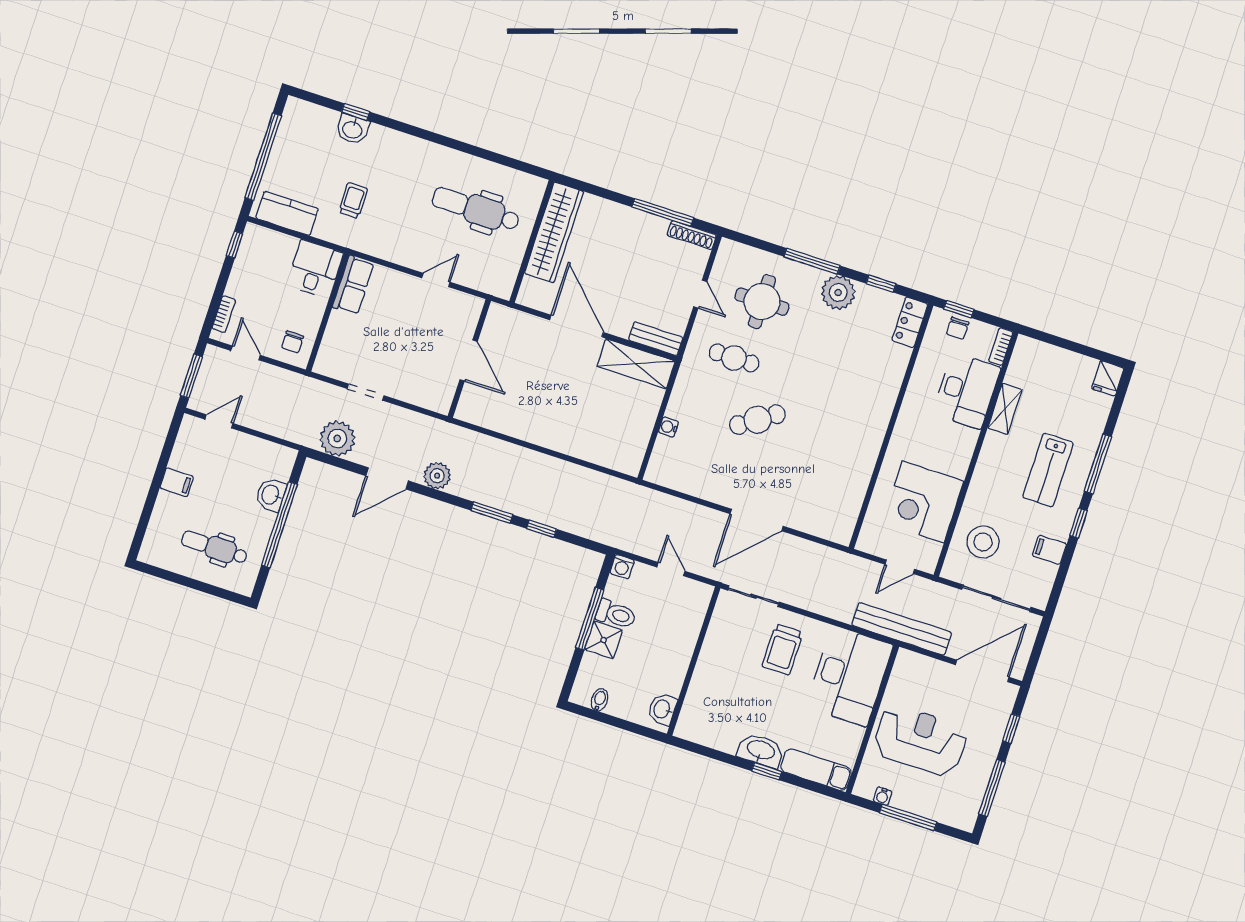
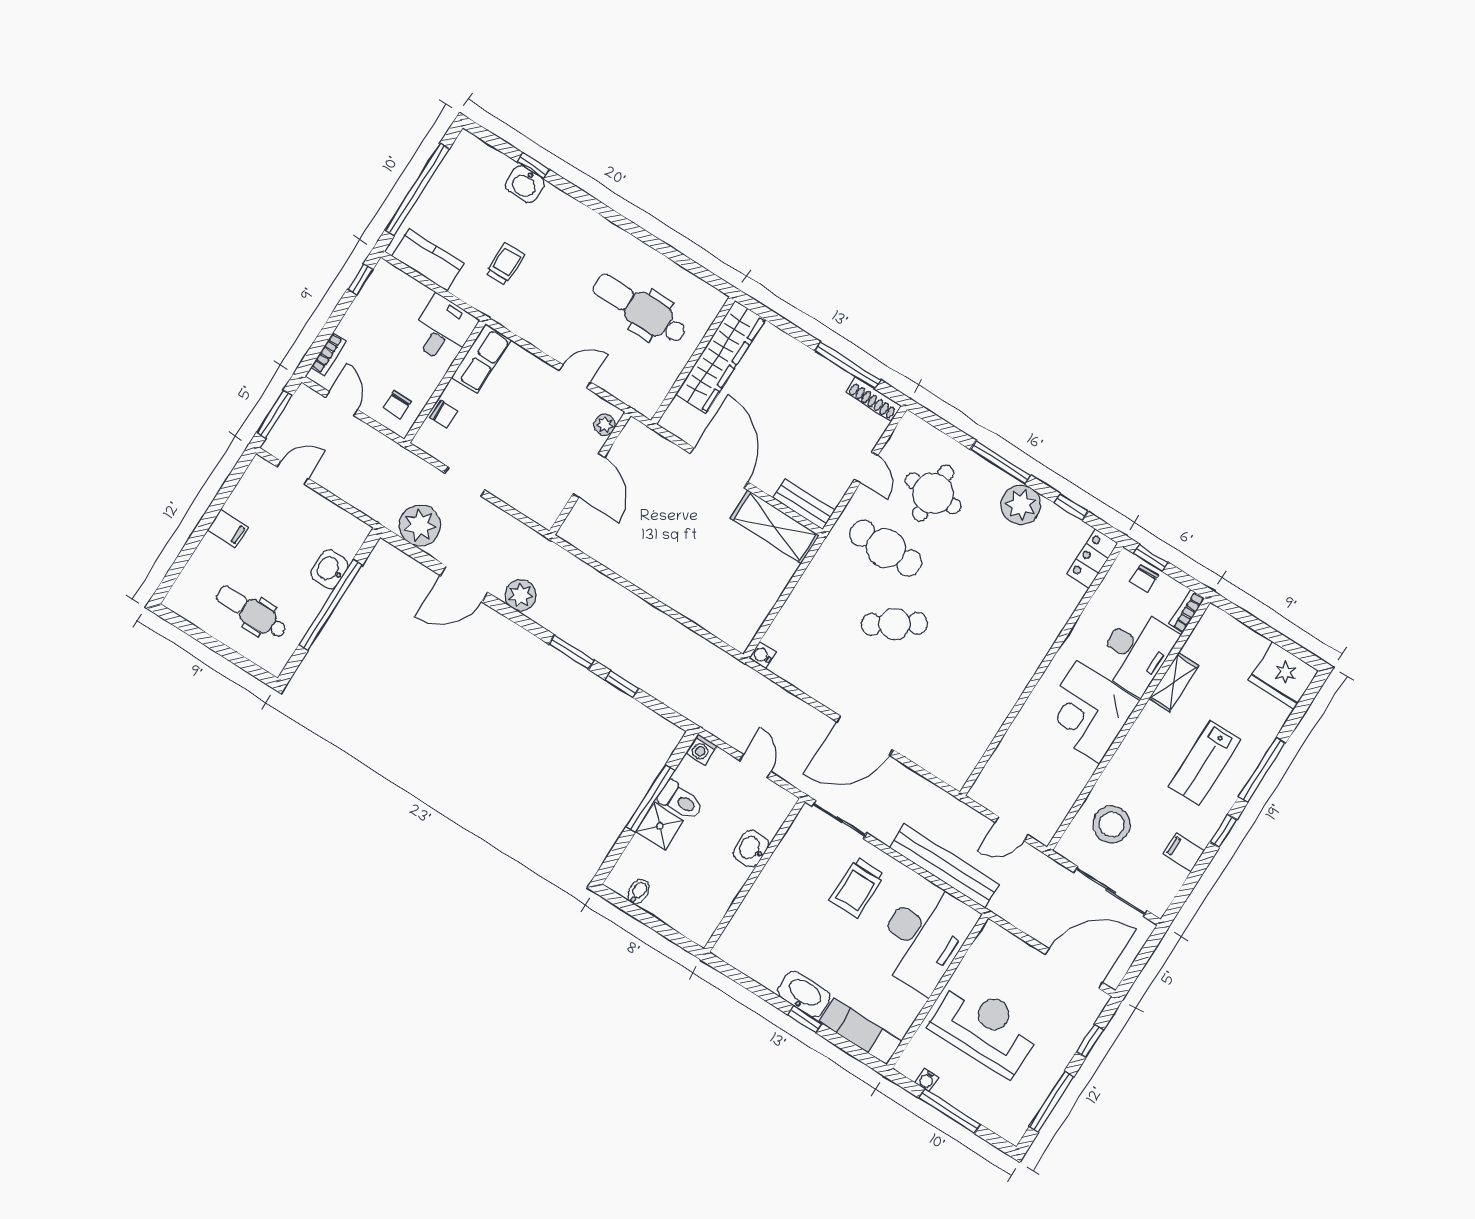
plant: (471, 314) -> (605, 425), added
chair: (334, 340) -> (444, 414), added
cafe table: (734, 358) -> (886, 548), width x1.37, depth x1.35
fridge: (1108, 378) -> (1283, 675), width x1.88, depth x1.34
water cooler: (668, 427) -> (762, 655), moved
corner desk: (923, 502) -> (1088, 713), moved
bench: (902, 629) -> (944, 866), moved
washbasin: (662, 709) -> (751, 849), moved

